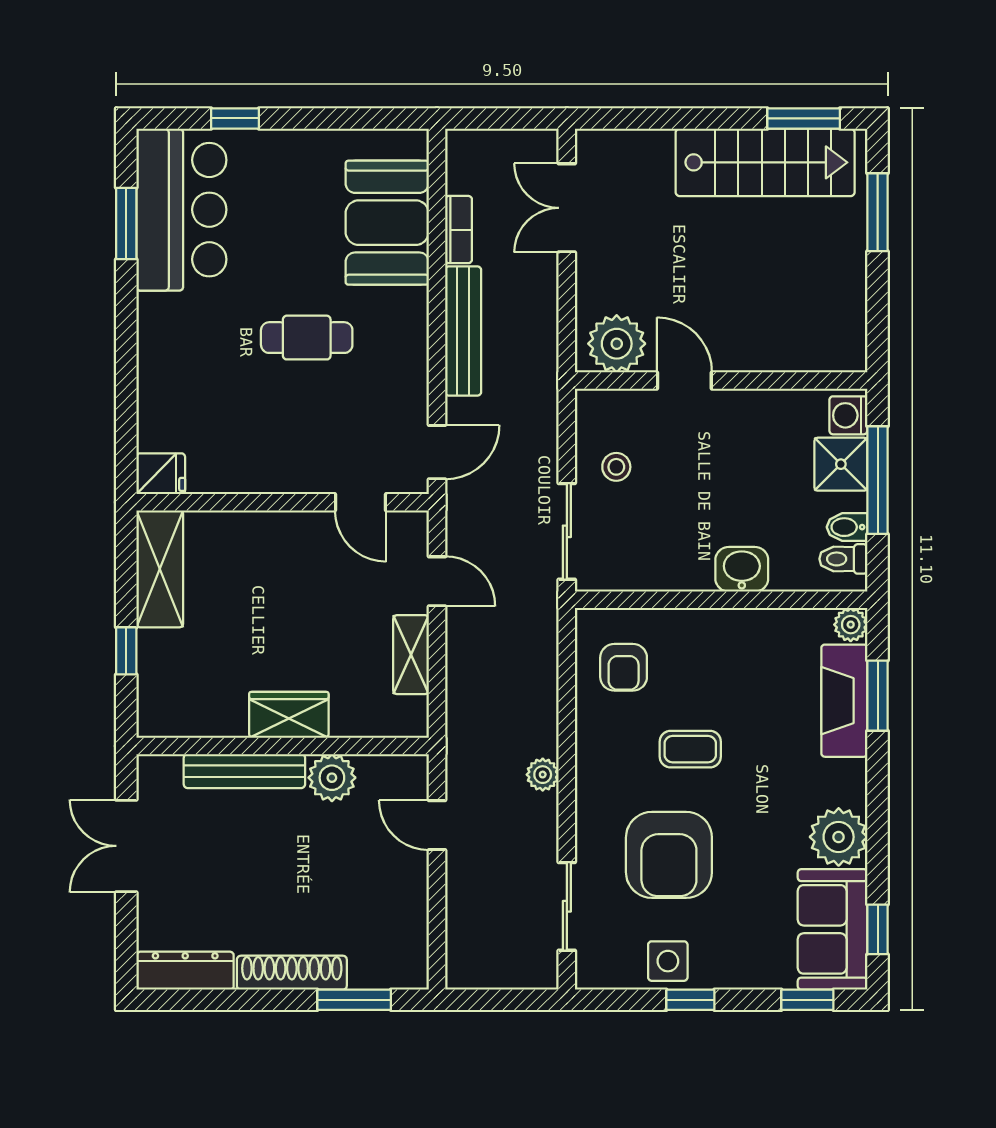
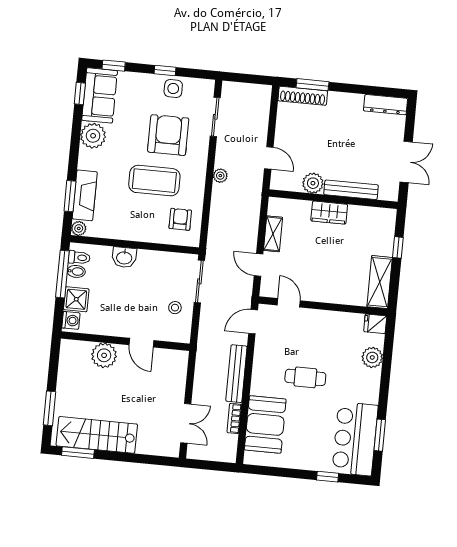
plant: (617, 344) -> (104, 355), moved
plant: (160, 397) -> (372, 357), added
window: (878, 480) -> (62, 274), moved
coffee table: (690, 749) -> (154, 181), width x1.86, depth x1.72
shoe rack: (292, 973) -> (303, 96), moved

